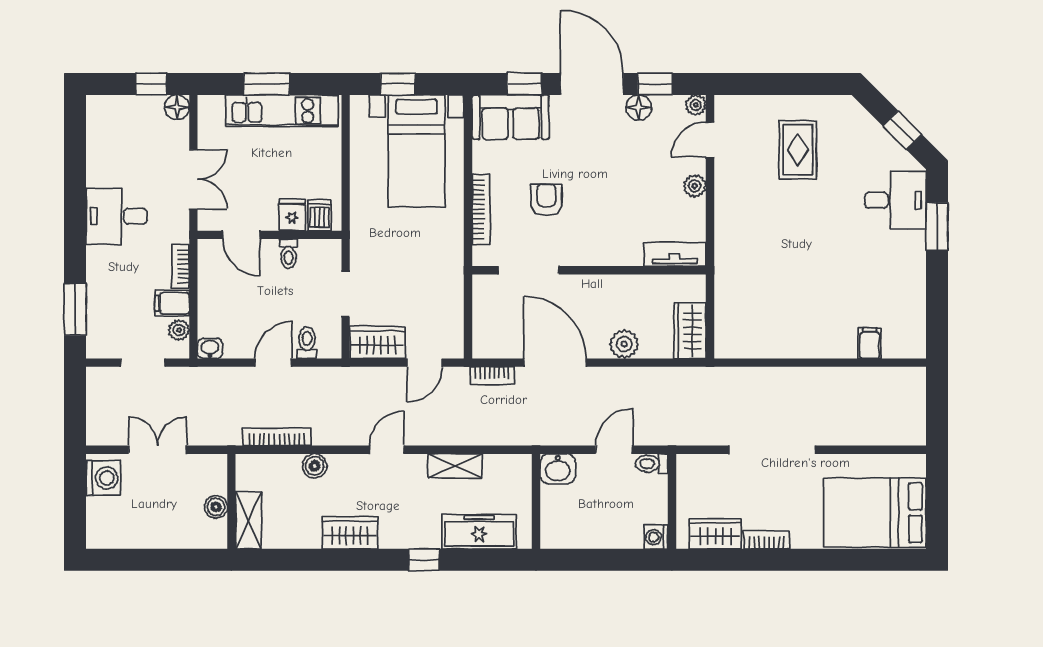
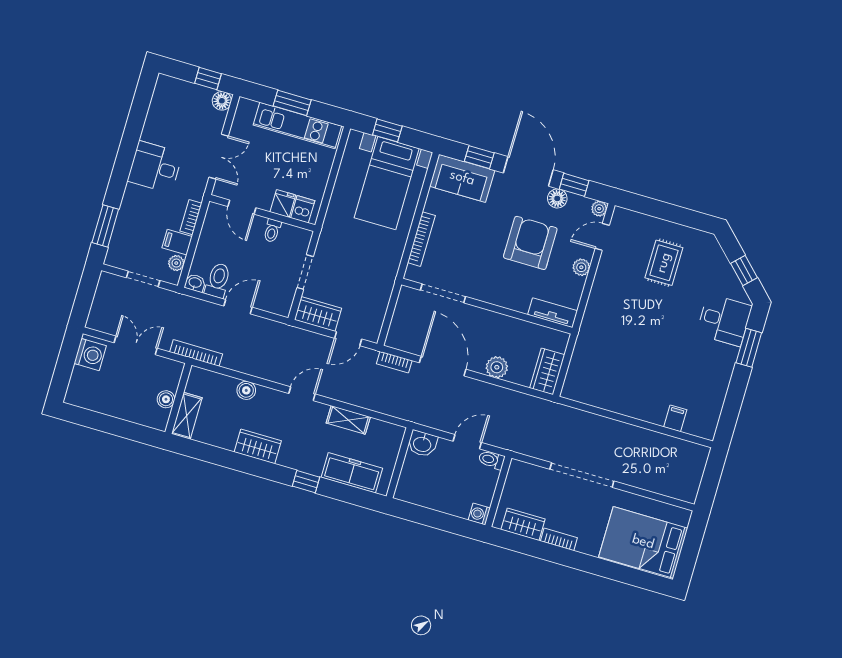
armchair: (546, 200) -> (530, 243), moved, width x1.88, depth x1.88
toilet: (307, 343) -> (218, 280), moved, width x1.37, depth x1.39
bookcase: (277, 437) -> (196, 353), moved

